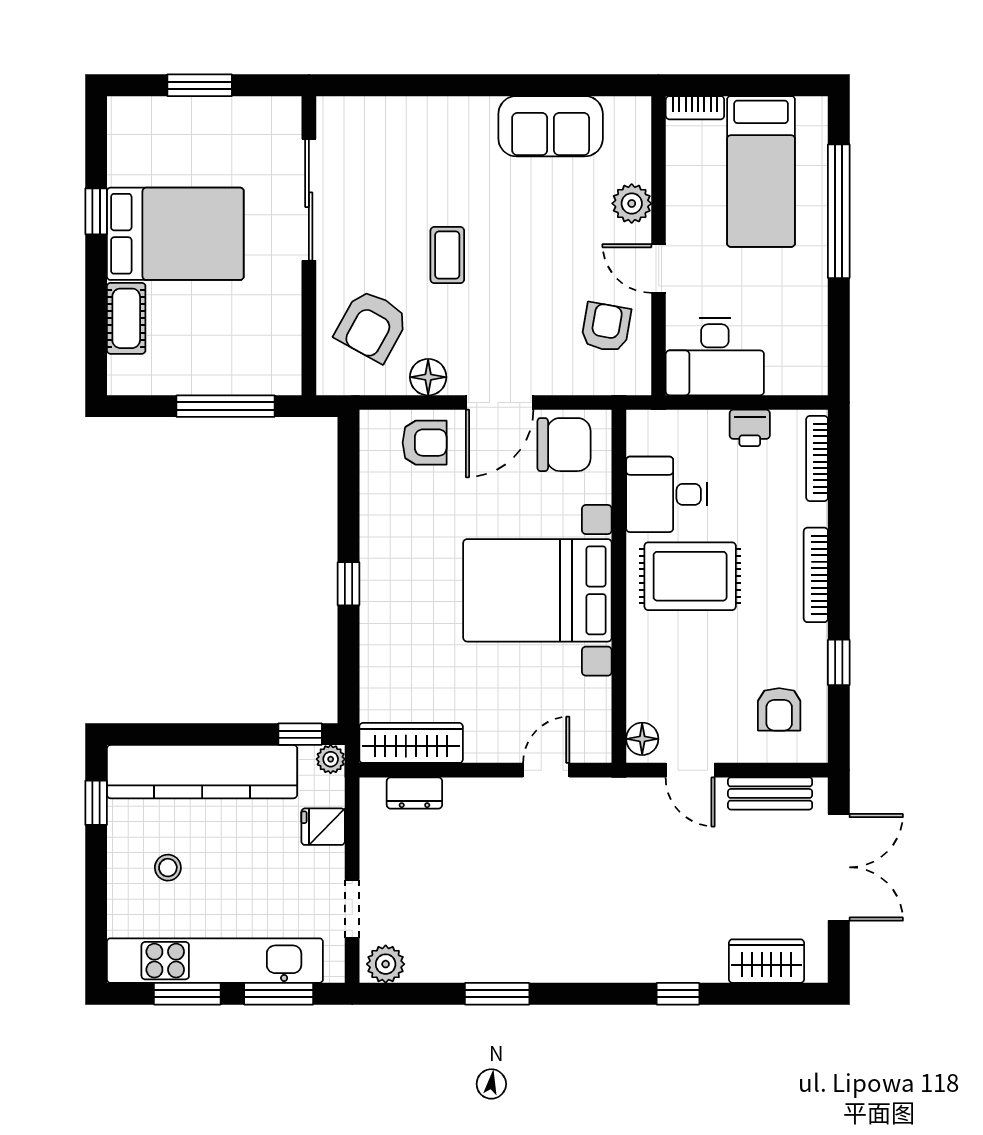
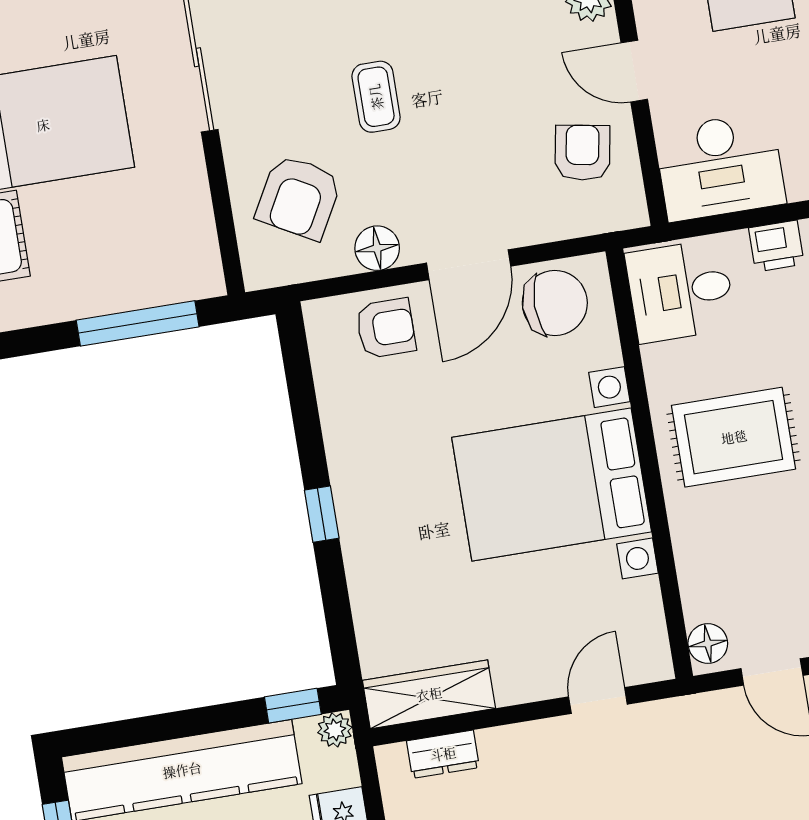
desk: (667, 494) -> (681, 291), moved

